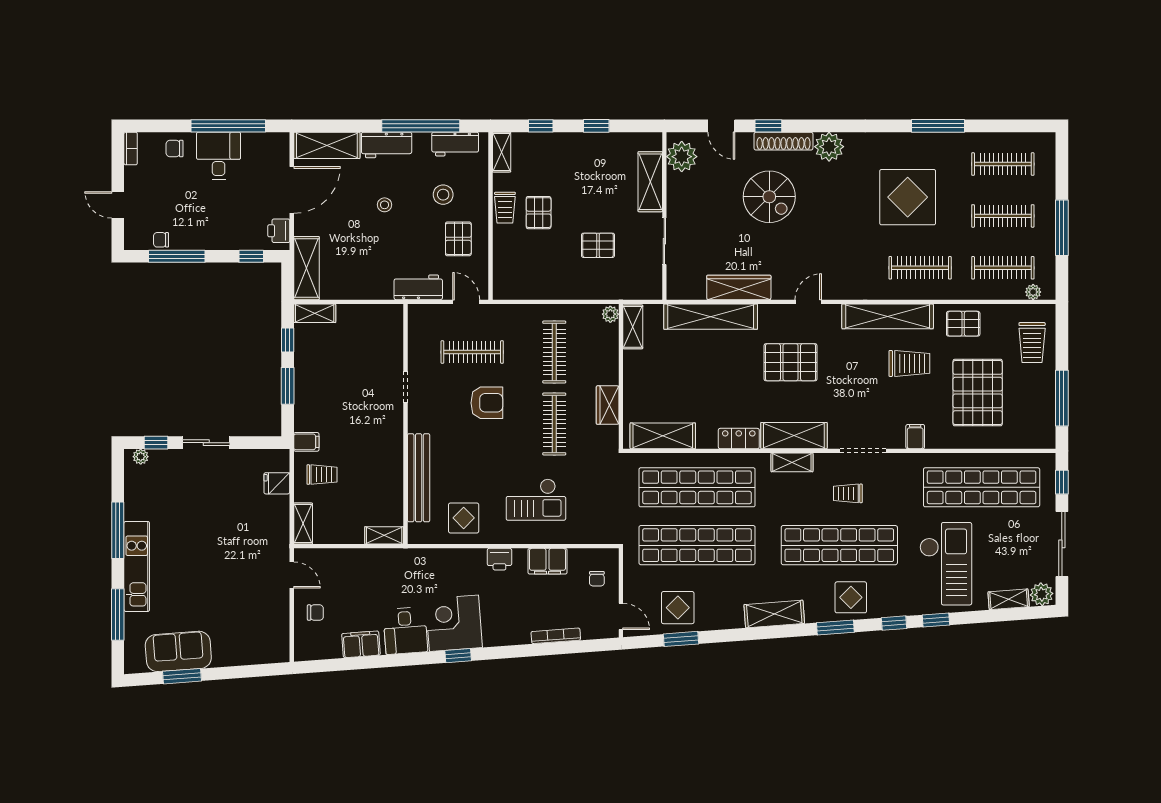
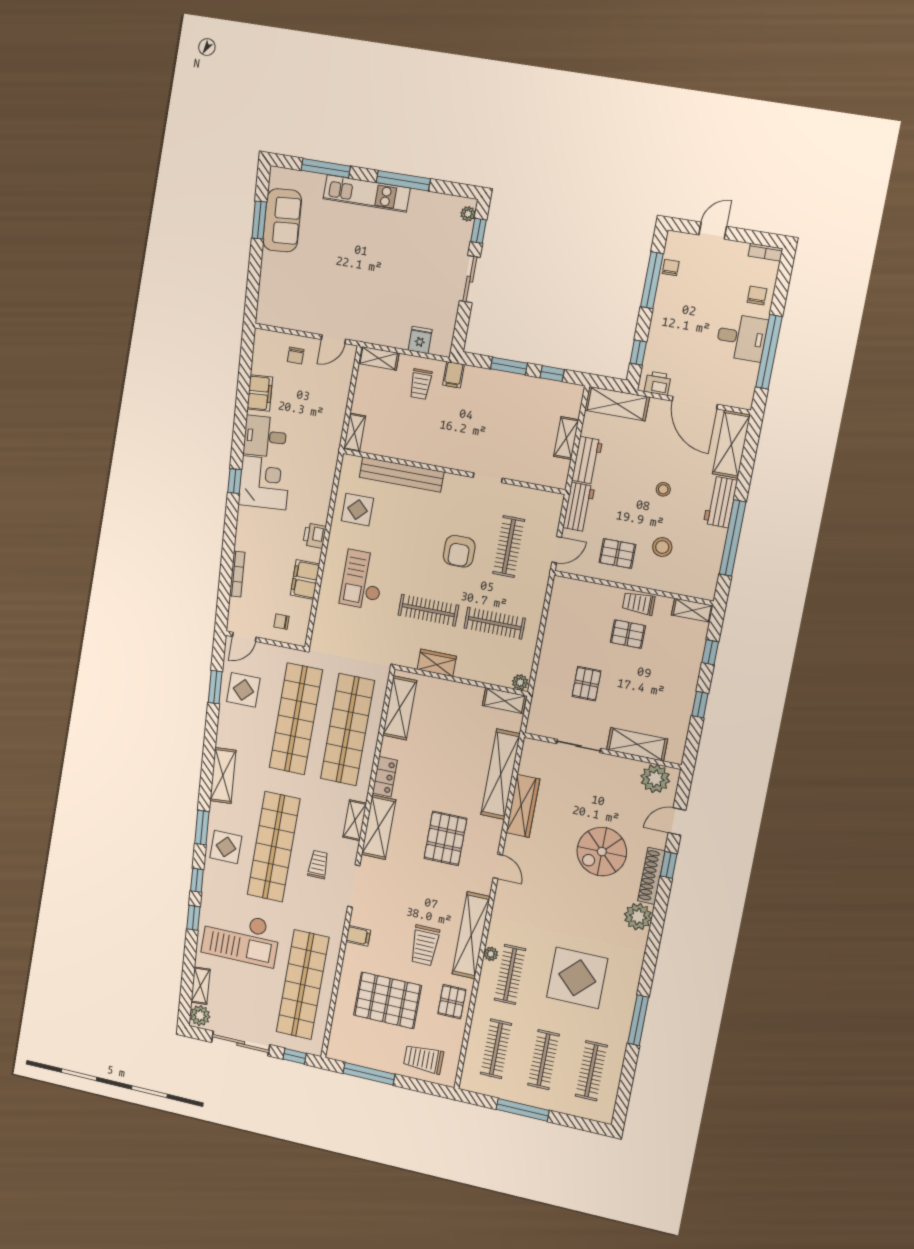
workbench: (455, 144) -> (587, 460), moved, turned 180
plant: (1033, 292) -> (491, 954), moved
shelving: (315, 313) -> (566, 438), moved

